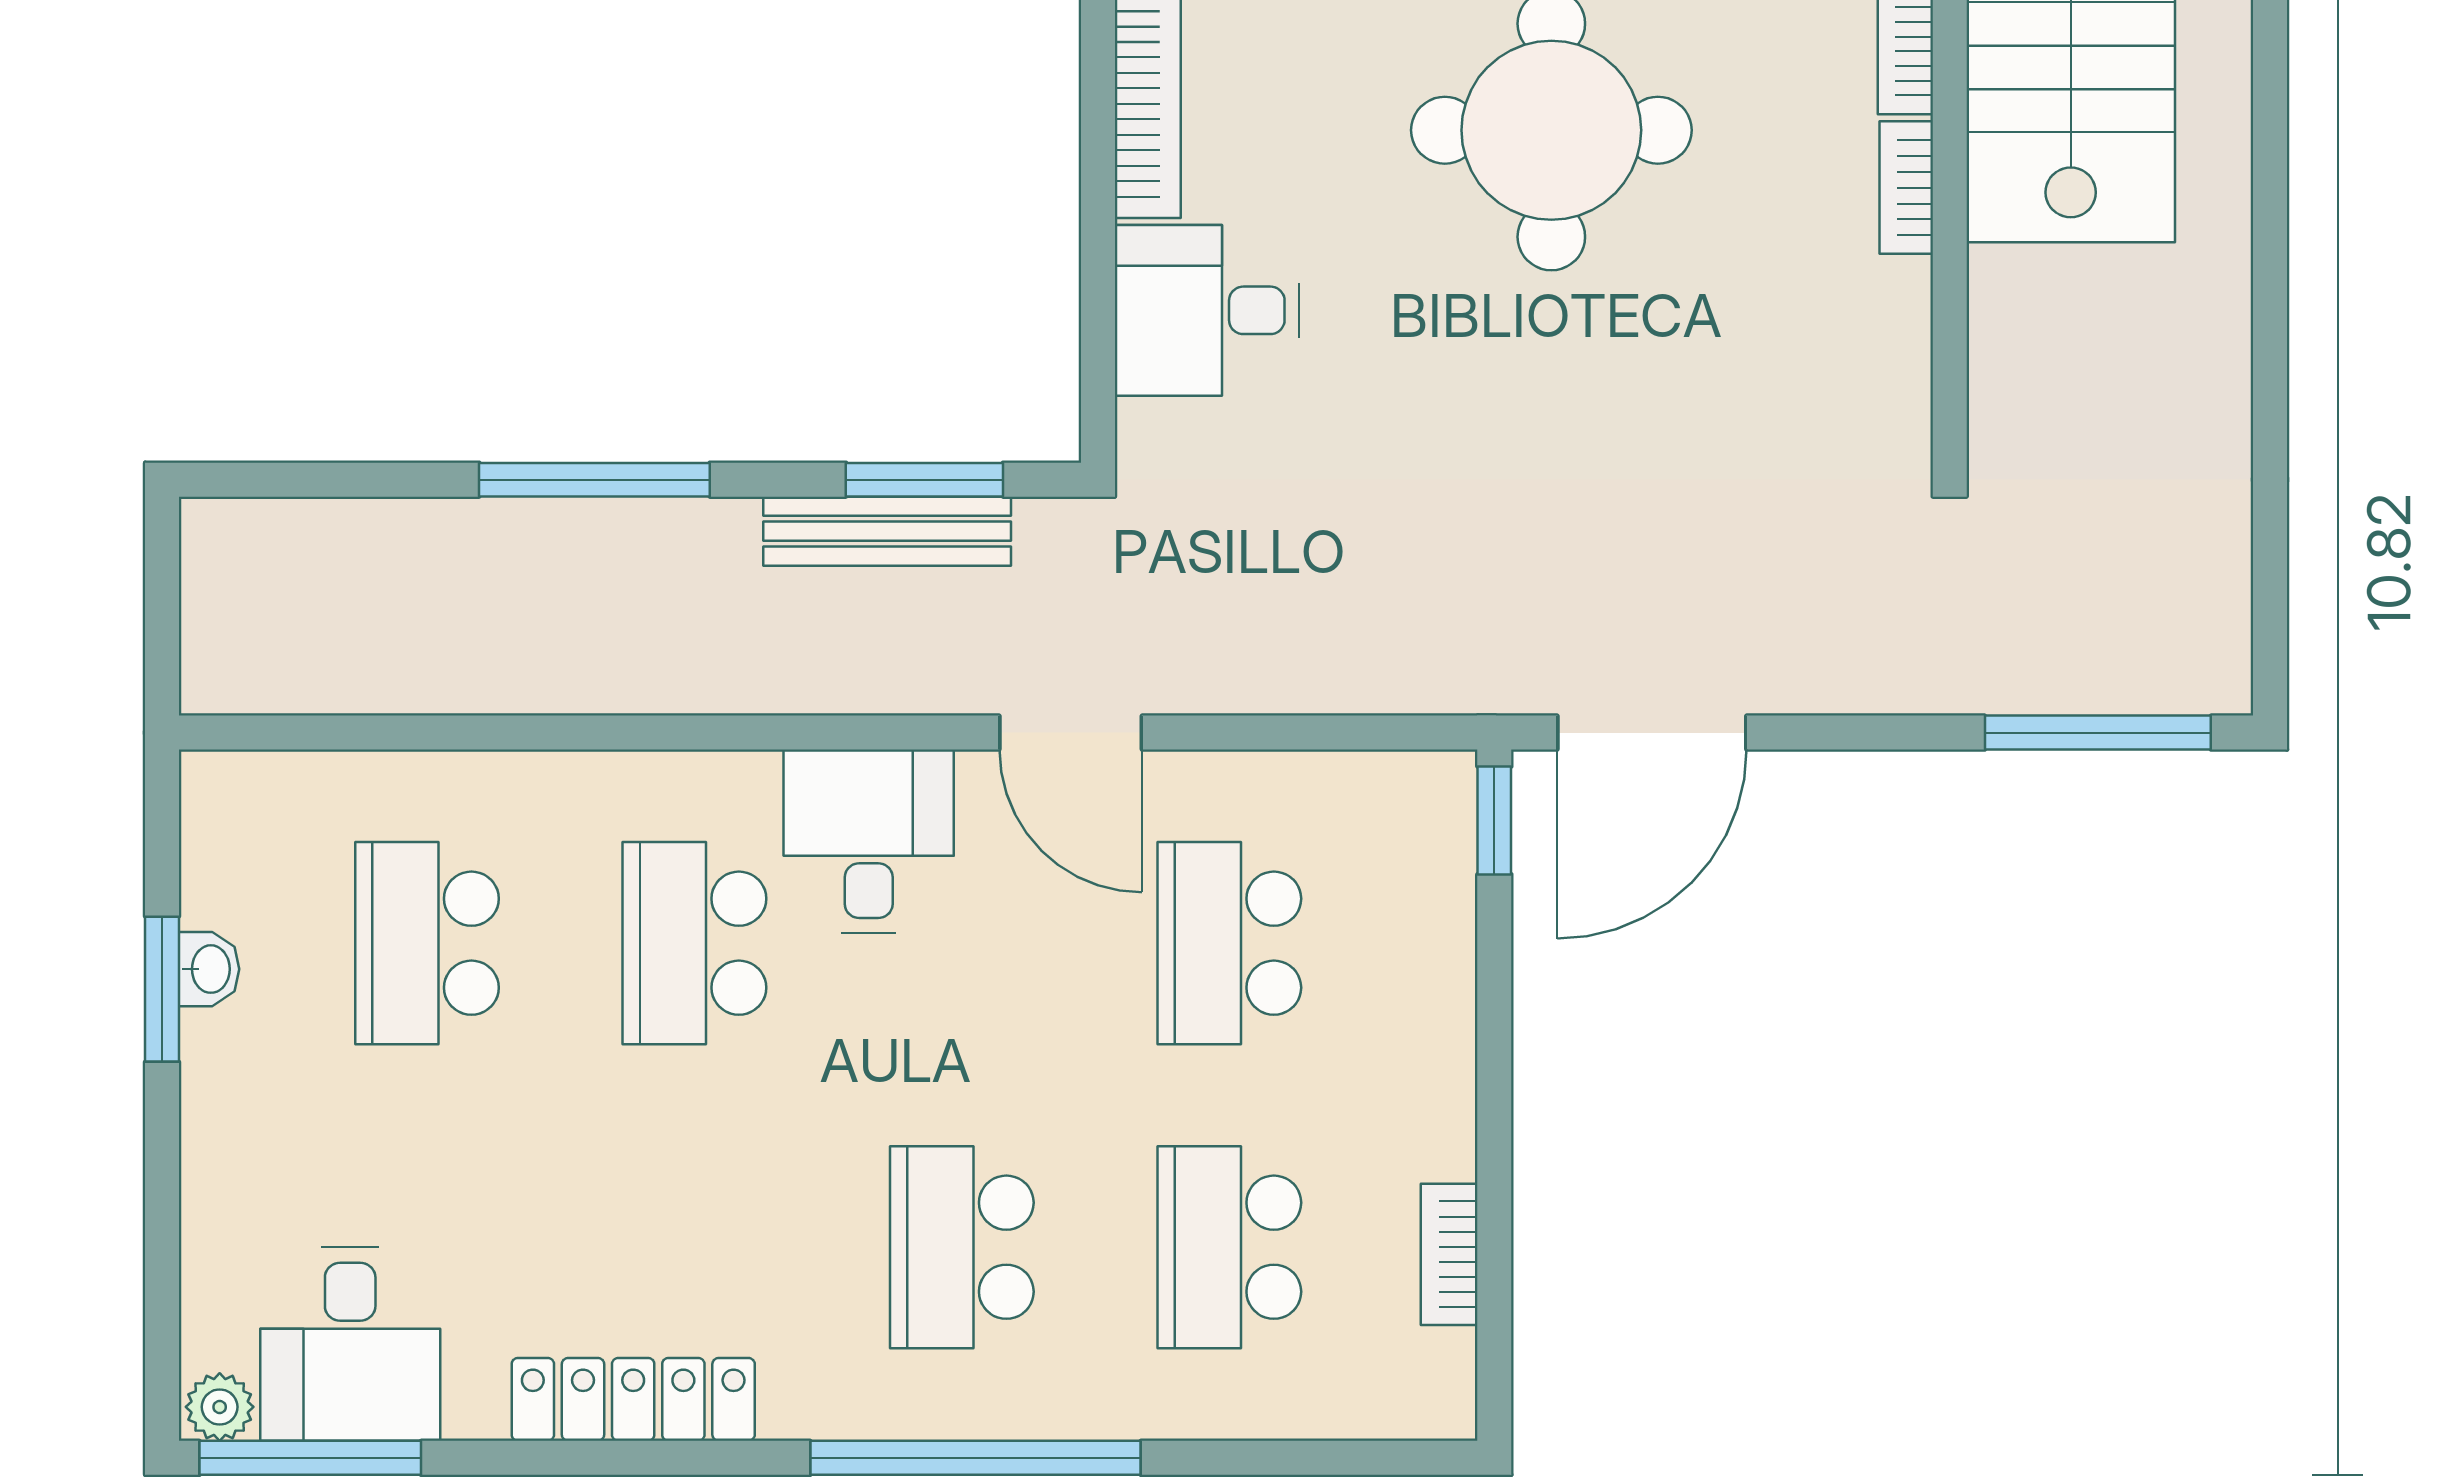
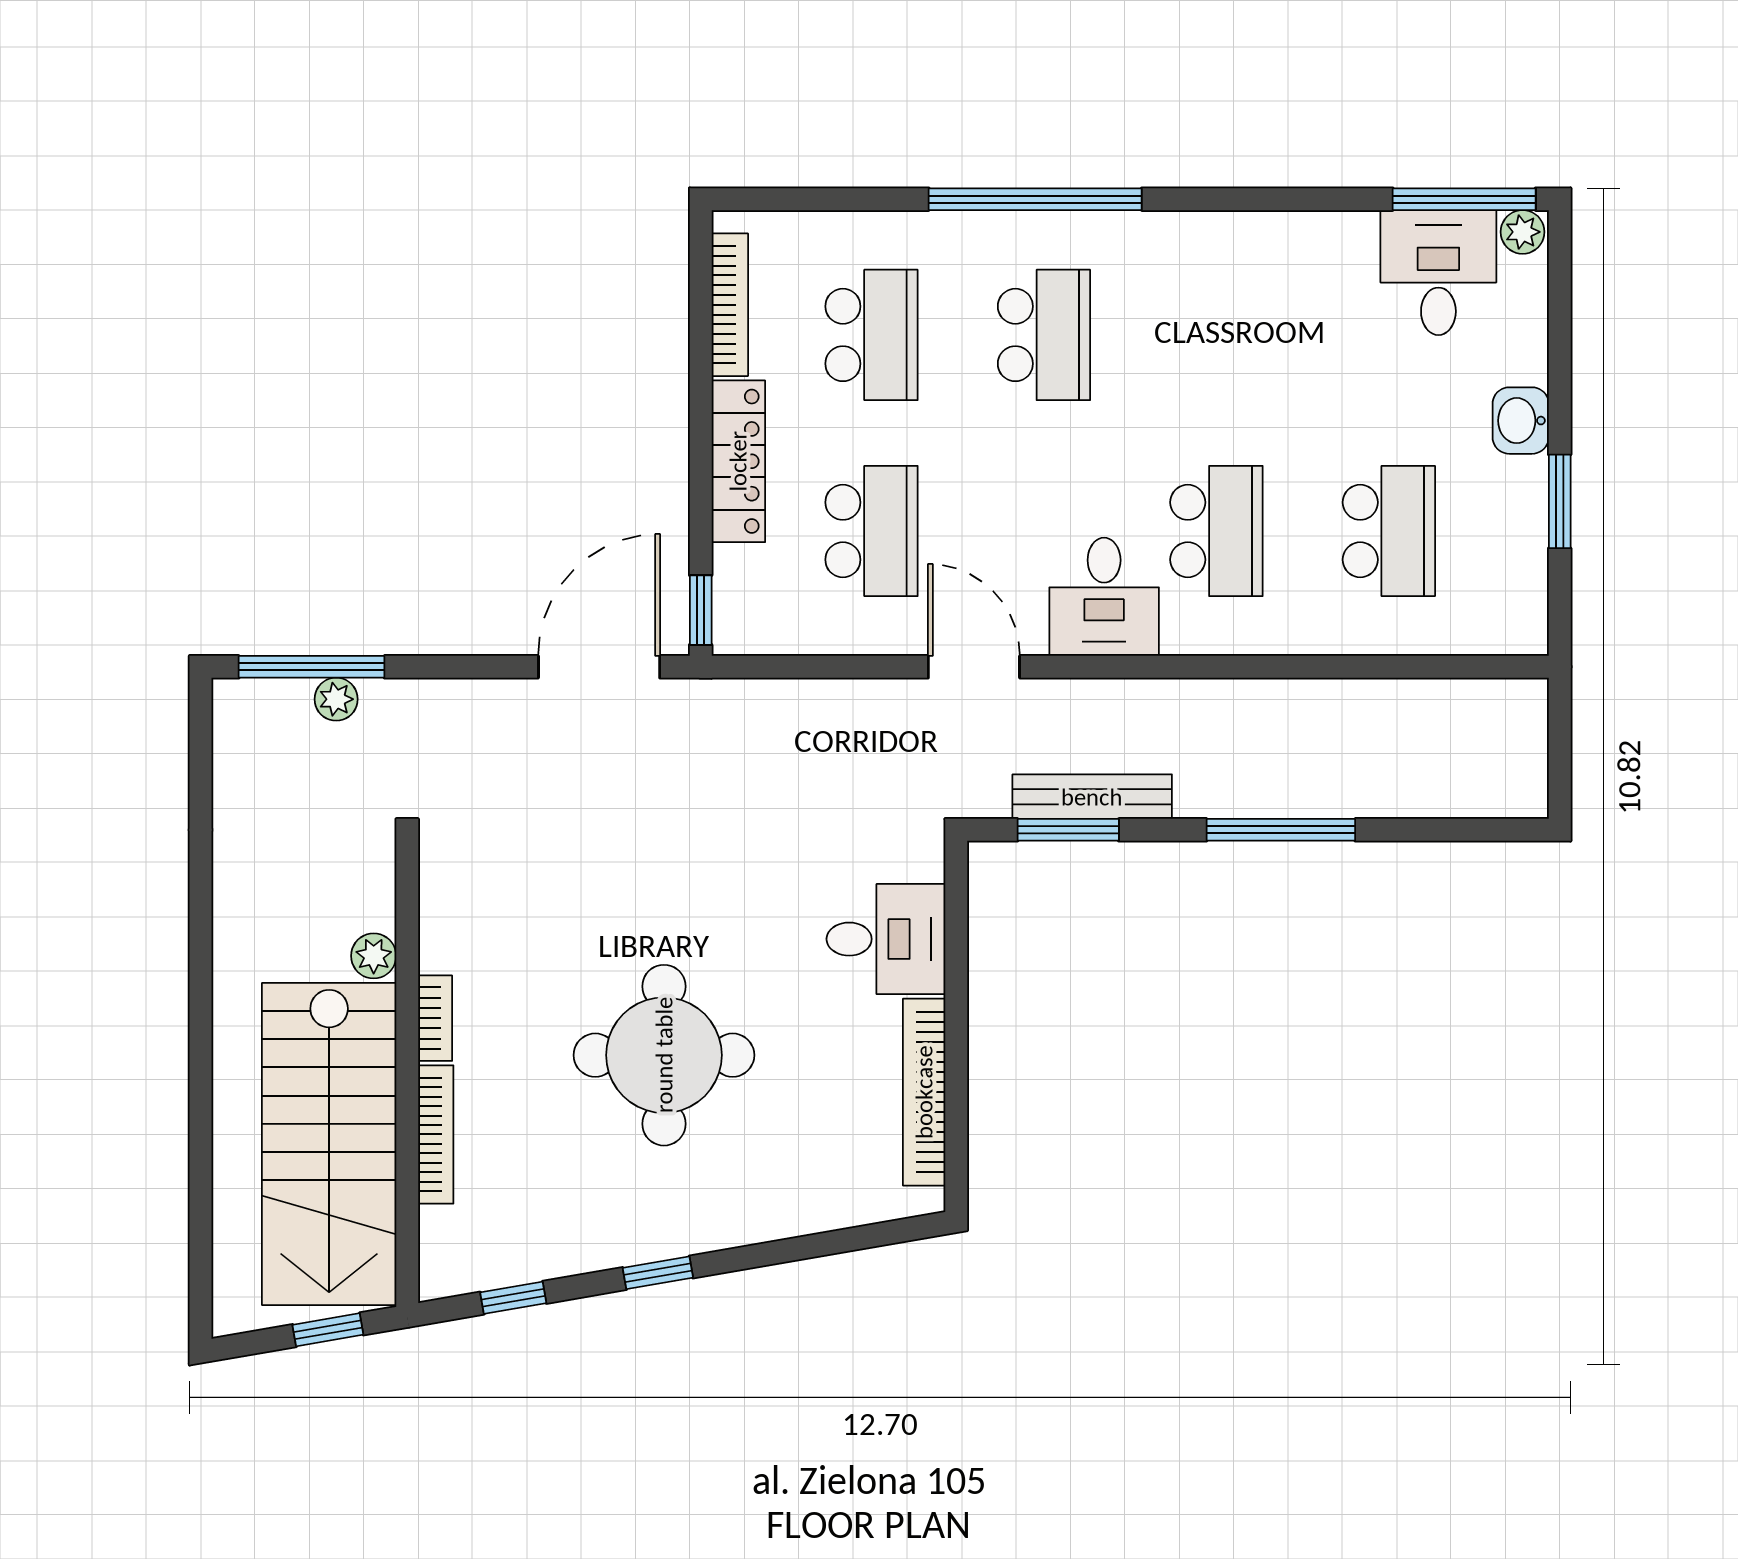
plant: (2002, 284) -> (374, 956), added
plant: (2060, 682) -> (336, 699), added
washbasin: (209, 969) -> (1521, 421), moved, width x1.38, depth x1.45
bookcase: (1449, 1254) -> (730, 305), width x1.56
locker: (633, 1399) -> (738, 461), moved, turned -90

